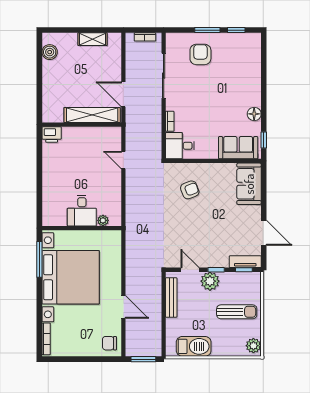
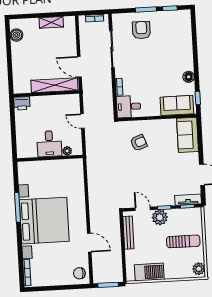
desk: (82, 211) -> (49, 144), moved
plant: (103, 220) -> (67, 151), moved
wall: (82, 228) -> (50, 158), moved

